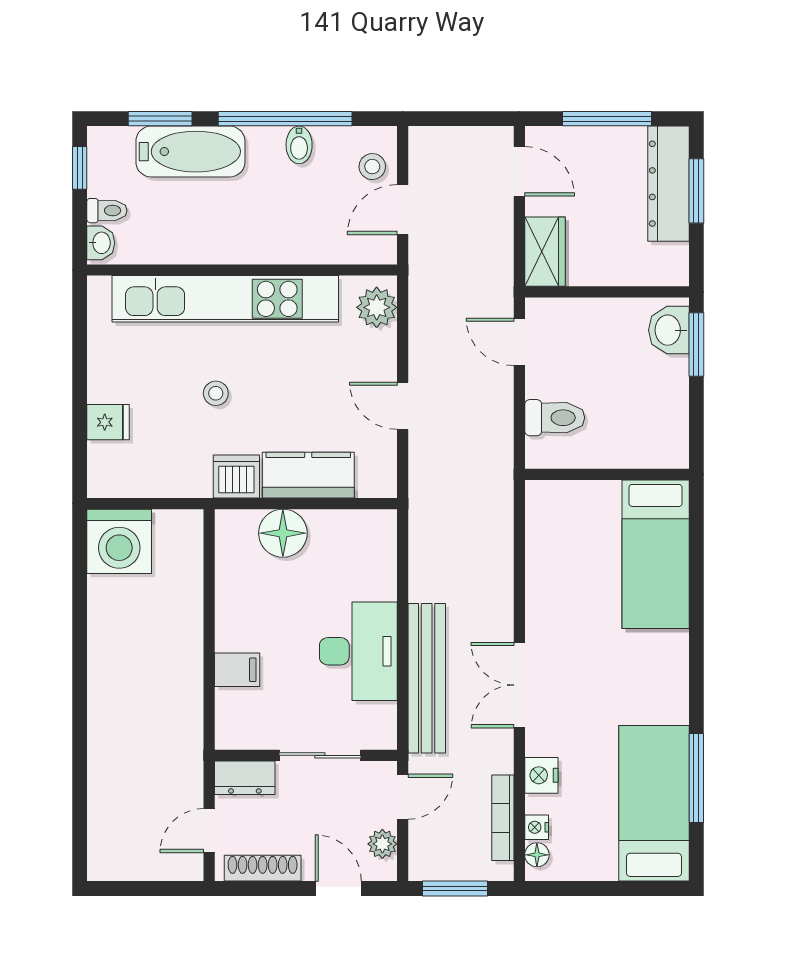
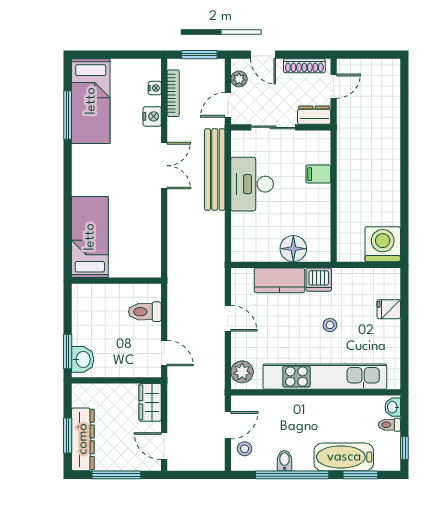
floor lamp: (537, 855) -> (155, 73), removed

